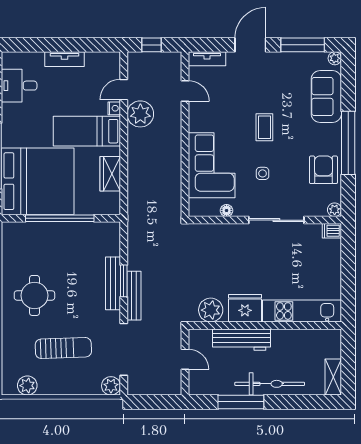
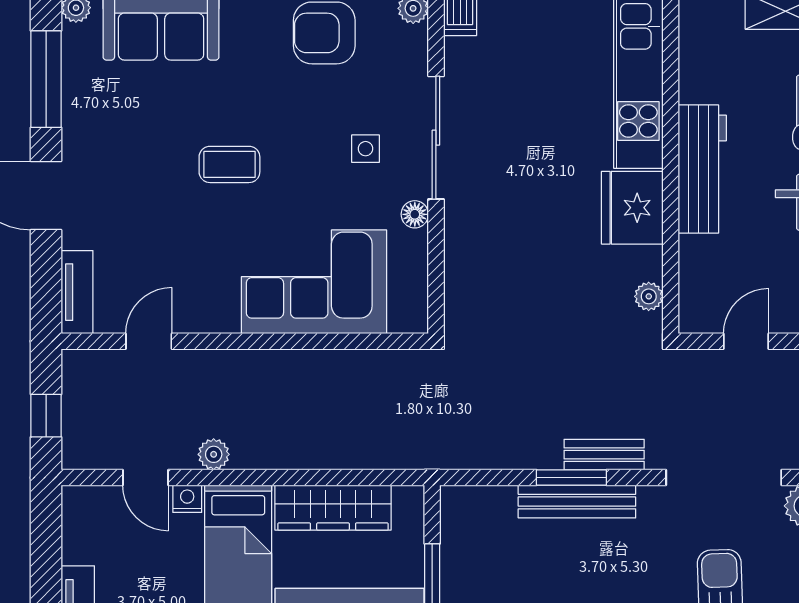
plant: (140, 114) -> (214, 454), width x0.53, depth x0.53
side table: (263, 173) -> (366, 149), moved
wardrobe: (110, 174) -> (333, 508), width x1.50
floor lamp: (227, 210) -> (415, 214), moved
bench: (134, 296) -> (604, 455), width x0.73
plant: (211, 310) -> (649, 296), width x0.53, depth x0.53
workbench: (241, 340) -> (702, 169), moved

